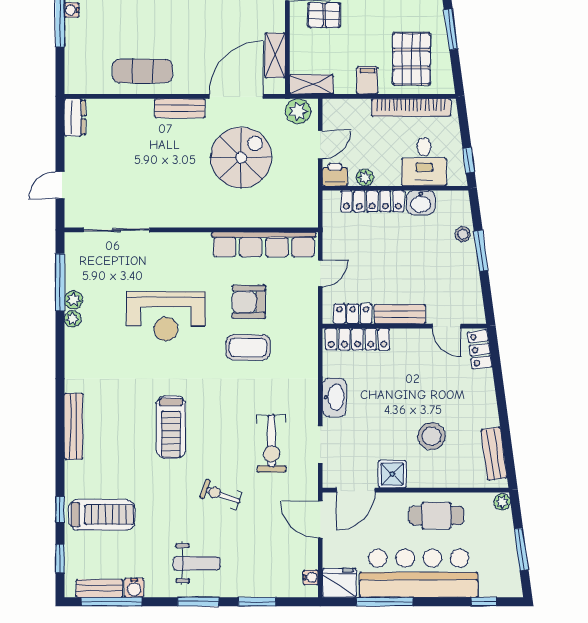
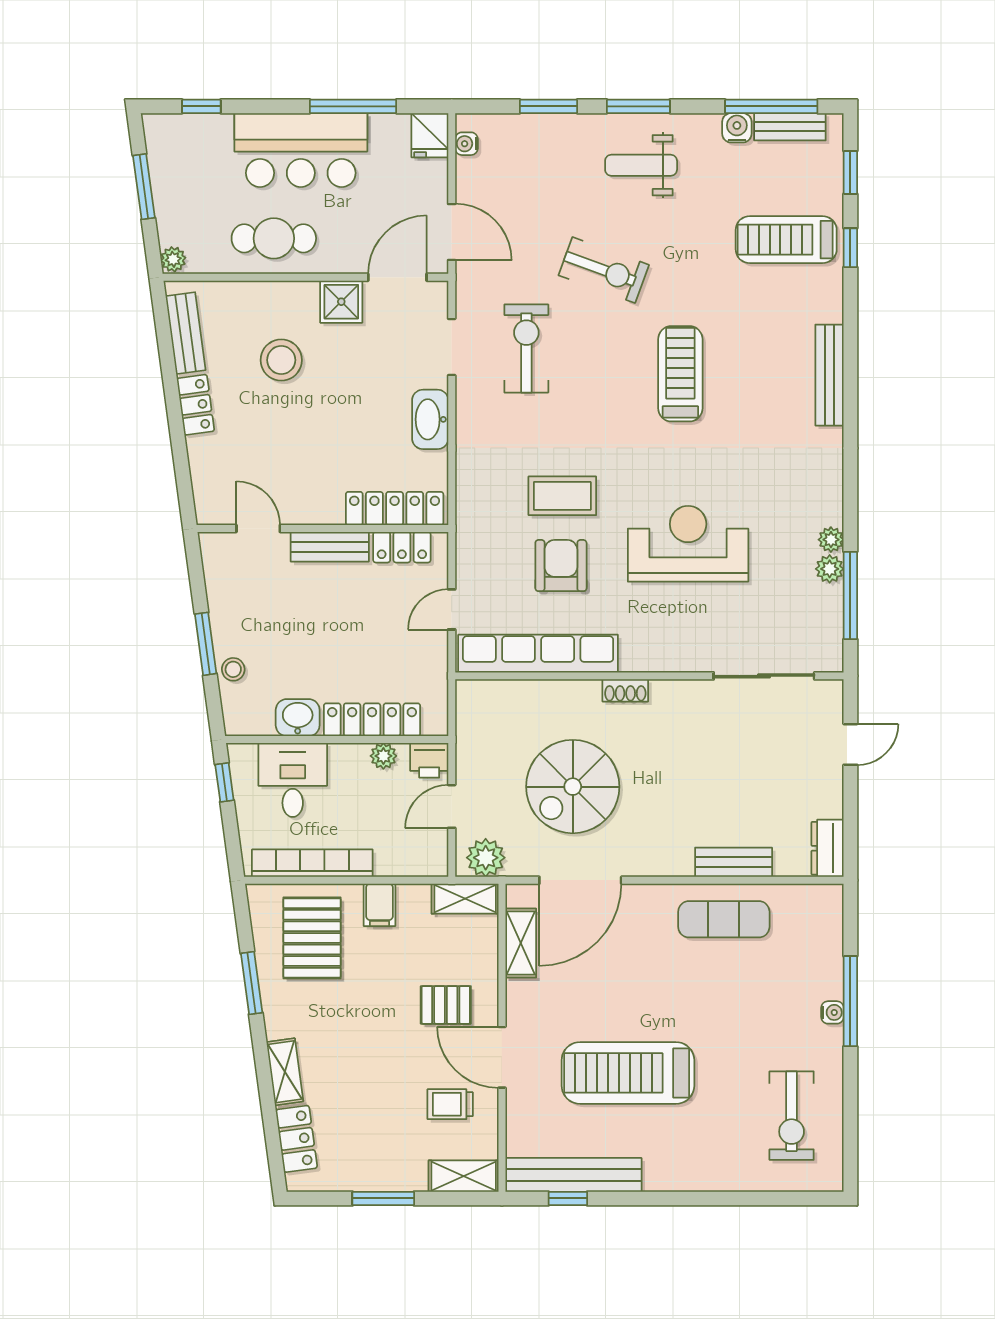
bench: (180, 108) -> (734, 862), moved
shoe rack: (207, 220) -> (625, 690), added
armchair: (249, 302) -> (561, 566), turned -90
locker: (480, 349) -> (196, 405), moved
exercise bike: (221, 495) -> (604, 270), width x1.38, depth x1.39
bar counter: (419, 573) -> (301, 150), width x0.73
fridge: (339, 583) -> (430, 135), width x0.72

